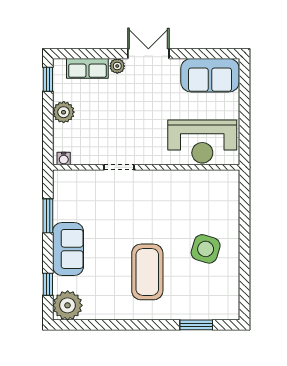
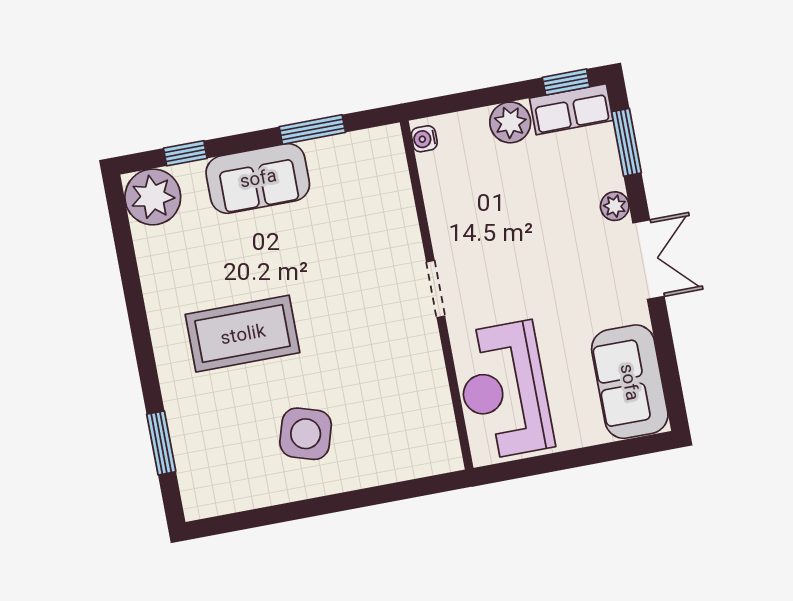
window: (85, 54) -> (627, 142), added
row of seats: (87, 68) -> (571, 109), moved, turned -90
doorway: (119, 167) -> (436, 289), moved

